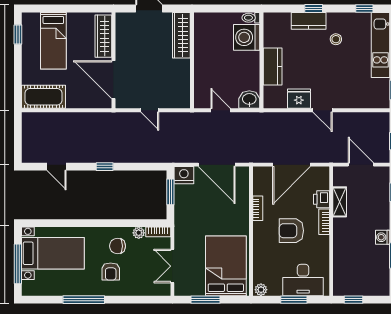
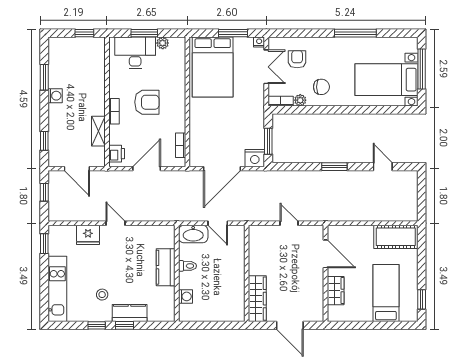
window: (364, 8) -> (97, 325), moved
toilet: (251, 18) -> (187, 266), moved
wardrobe: (103, 36) -> (336, 291), width x0.67
washing machine: (247, 37) -> (186, 296), width x0.53, depth x0.53
door: (113, 80) -> (325, 254), width x0.73
fridge: (299, 99) -> (88, 235), moved
washbasin: (249, 100) -> (193, 234), width x1.38
door: (217, 165) -> (222, 169), swing flipped
door: (291, 165) -> (147, 169), width x0.73
window: (105, 167) -> (334, 167), width x1.50
printer: (321, 199) -> (117, 154), moved
bookcase: (258, 208) -> (181, 145), moved
armchair: (111, 271) -> (297, 59), moved
plant: (261, 290) -> (163, 43), moved
nightstand: (180, 291) -> (259, 42), added

